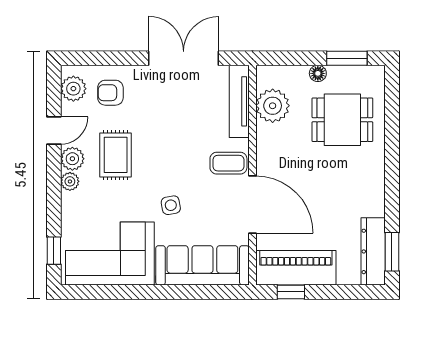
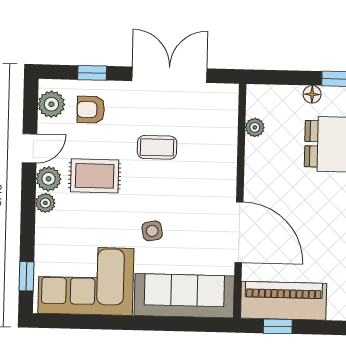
window: (111, 58) -> (92, 73), added
tv unit: (239, 101) -> (228, 122), removed
plant: (273, 106) -> (255, 127), width x0.53, depth x0.53
rug: (116, 155) -> (95, 176), turned 90
coffee table: (228, 163) -> (157, 147), moved

